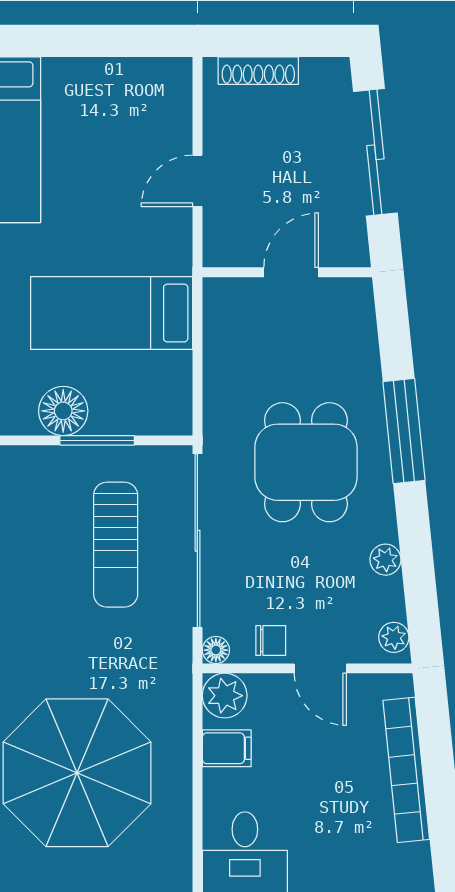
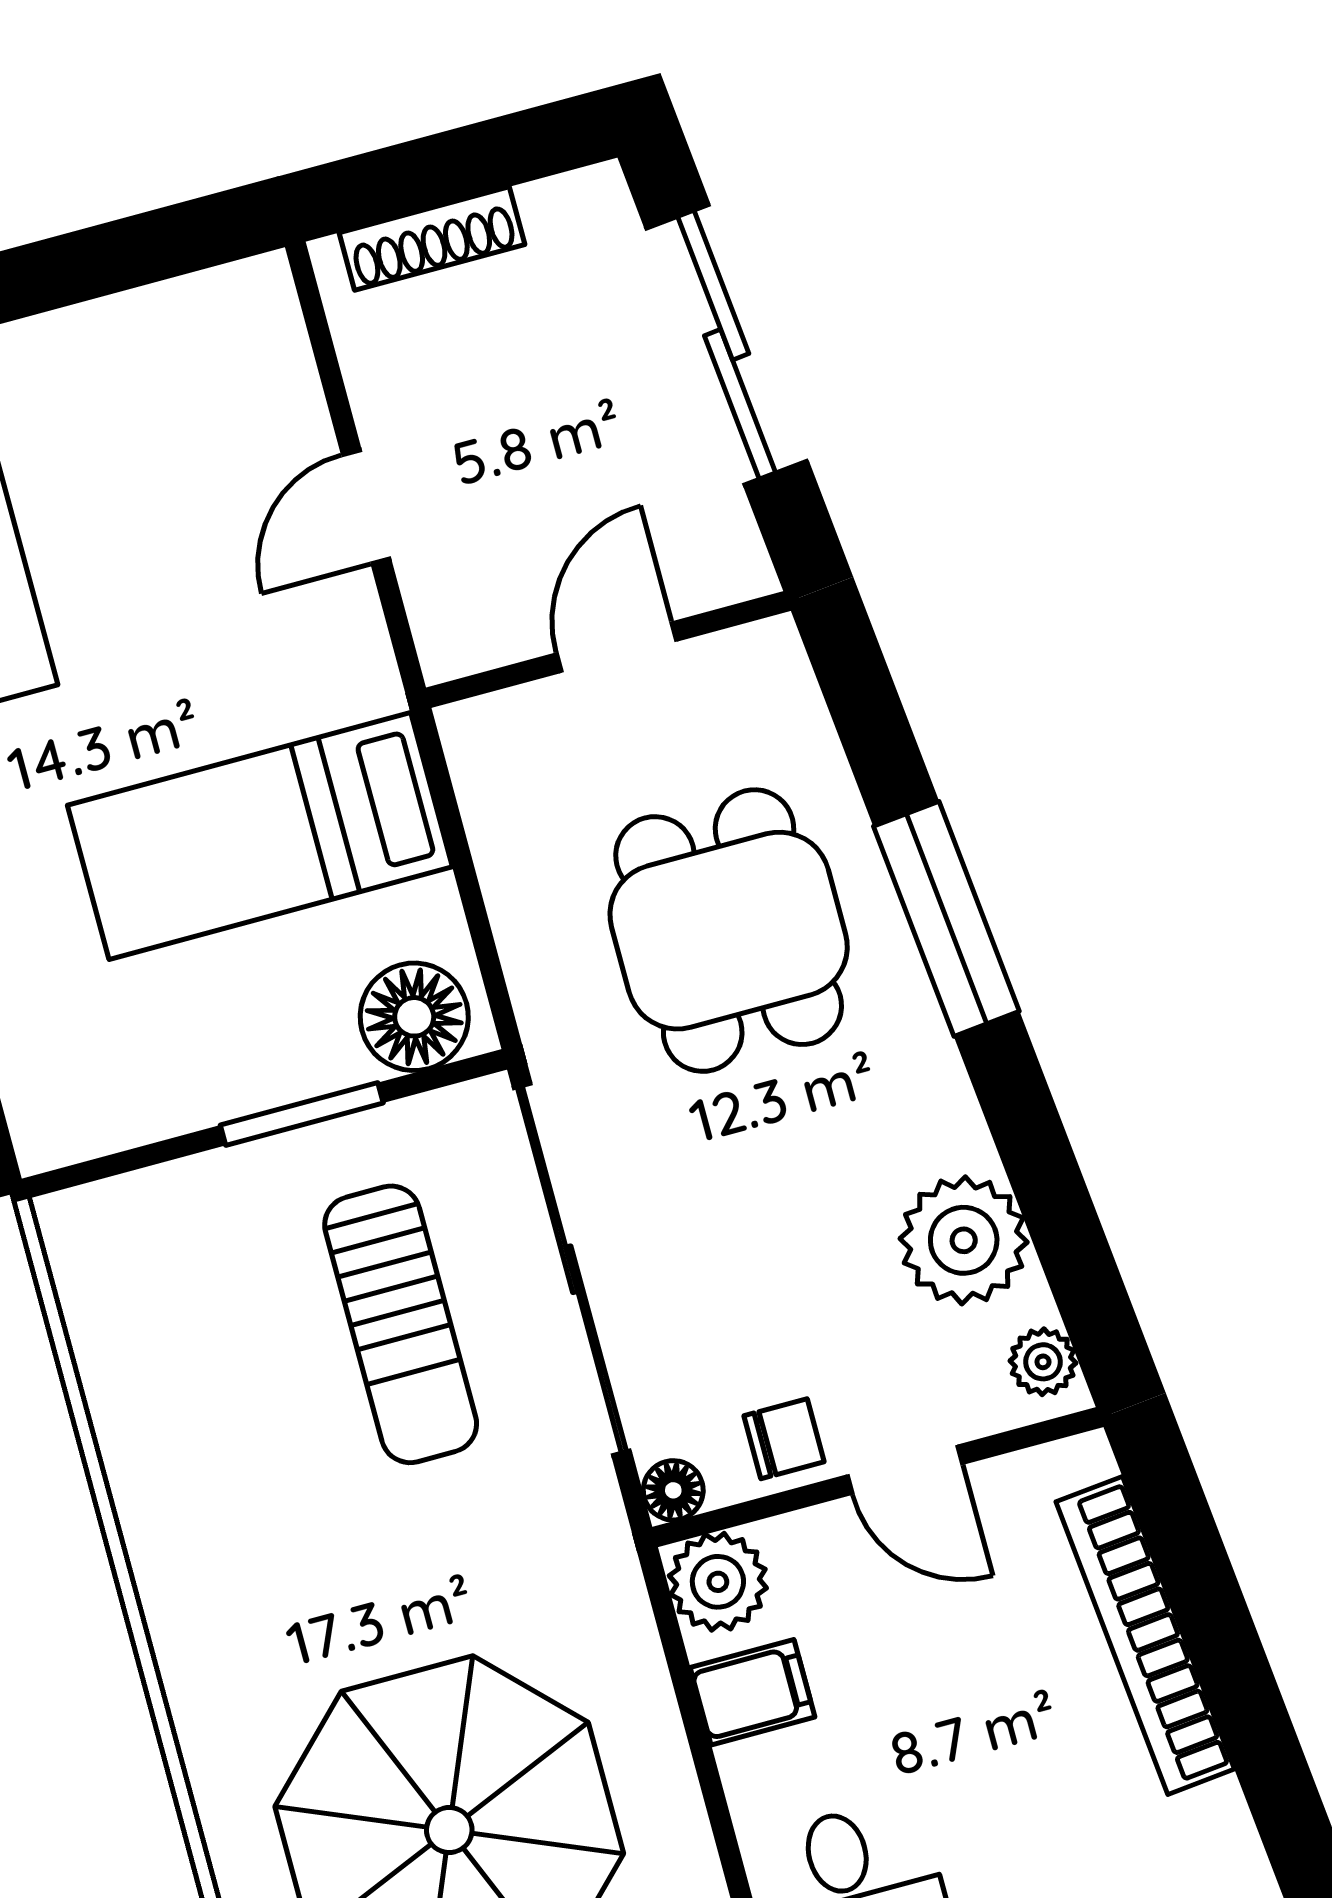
floor lamp: (63, 411) -> (414, 1017), moved
dining table: (306, 462) -> (729, 931), moved
plant: (385, 560) -> (964, 1240), width x1.87, depth x1.87

